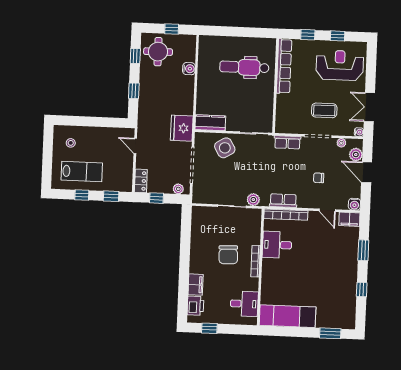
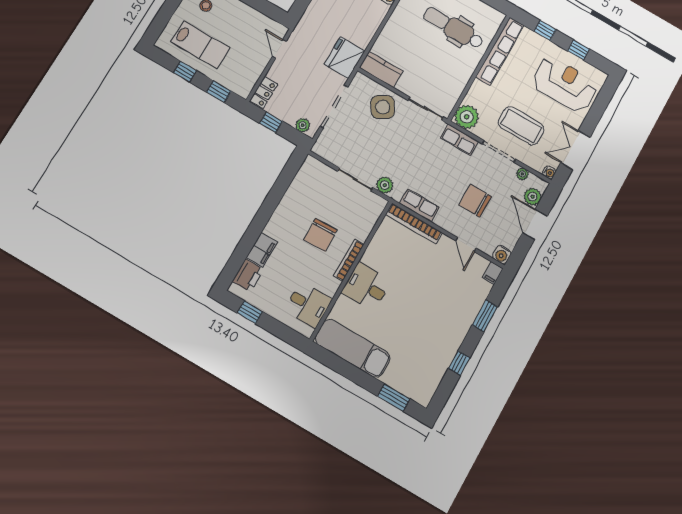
coffee table: (324, 110) -> (521, 126), width x1.36, depth x1.32
plant: (284, 124) -> (467, 117), added
chair: (319, 178) -> (475, 201), width x1.87, depth x1.87
filing cabinet: (349, 219) -> (493, 273), width x0.50
desk: (277, 245) -> (366, 287), moved

